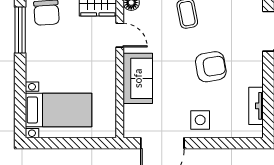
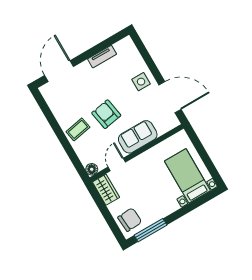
armchair: (211, 67) -> (106, 114), moved
tv unit: (256, 106) -> (102, 57), moved

